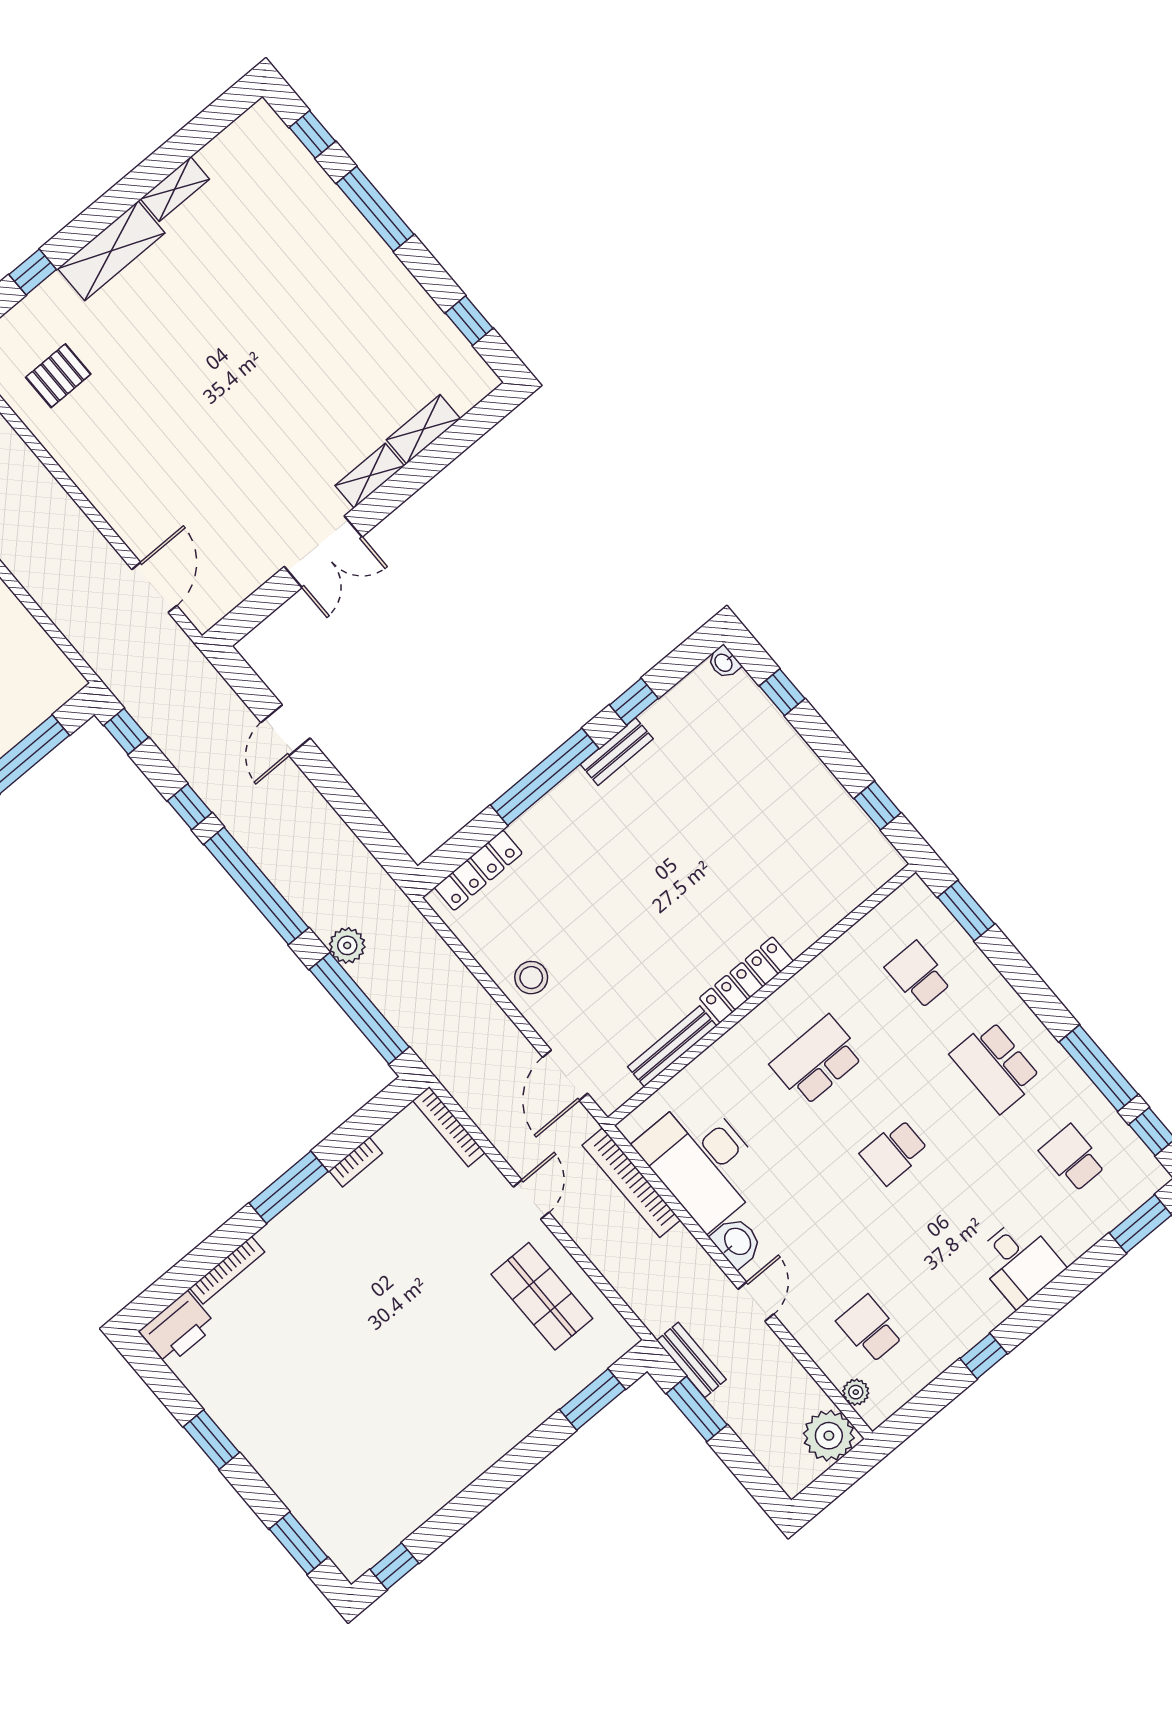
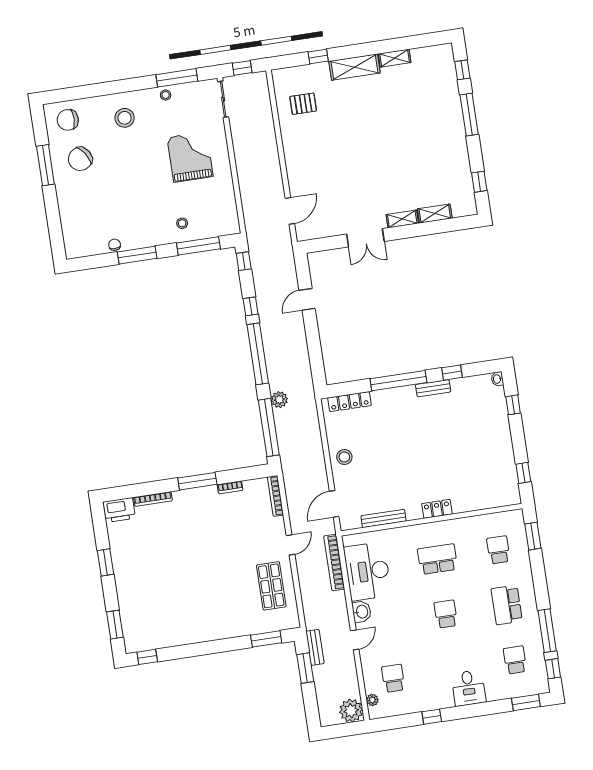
locker: (746, 980) -> (437, 509), width x0.66
school desk: (894, 1152) -> (446, 614), turned 90

